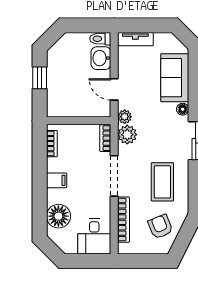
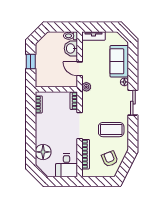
plant: (127, 135) -> (88, 99), removed
filing cabinet: (57, 180) -> (42, 129), removed
coffee table: (162, 182) -> (111, 130), turned 90

